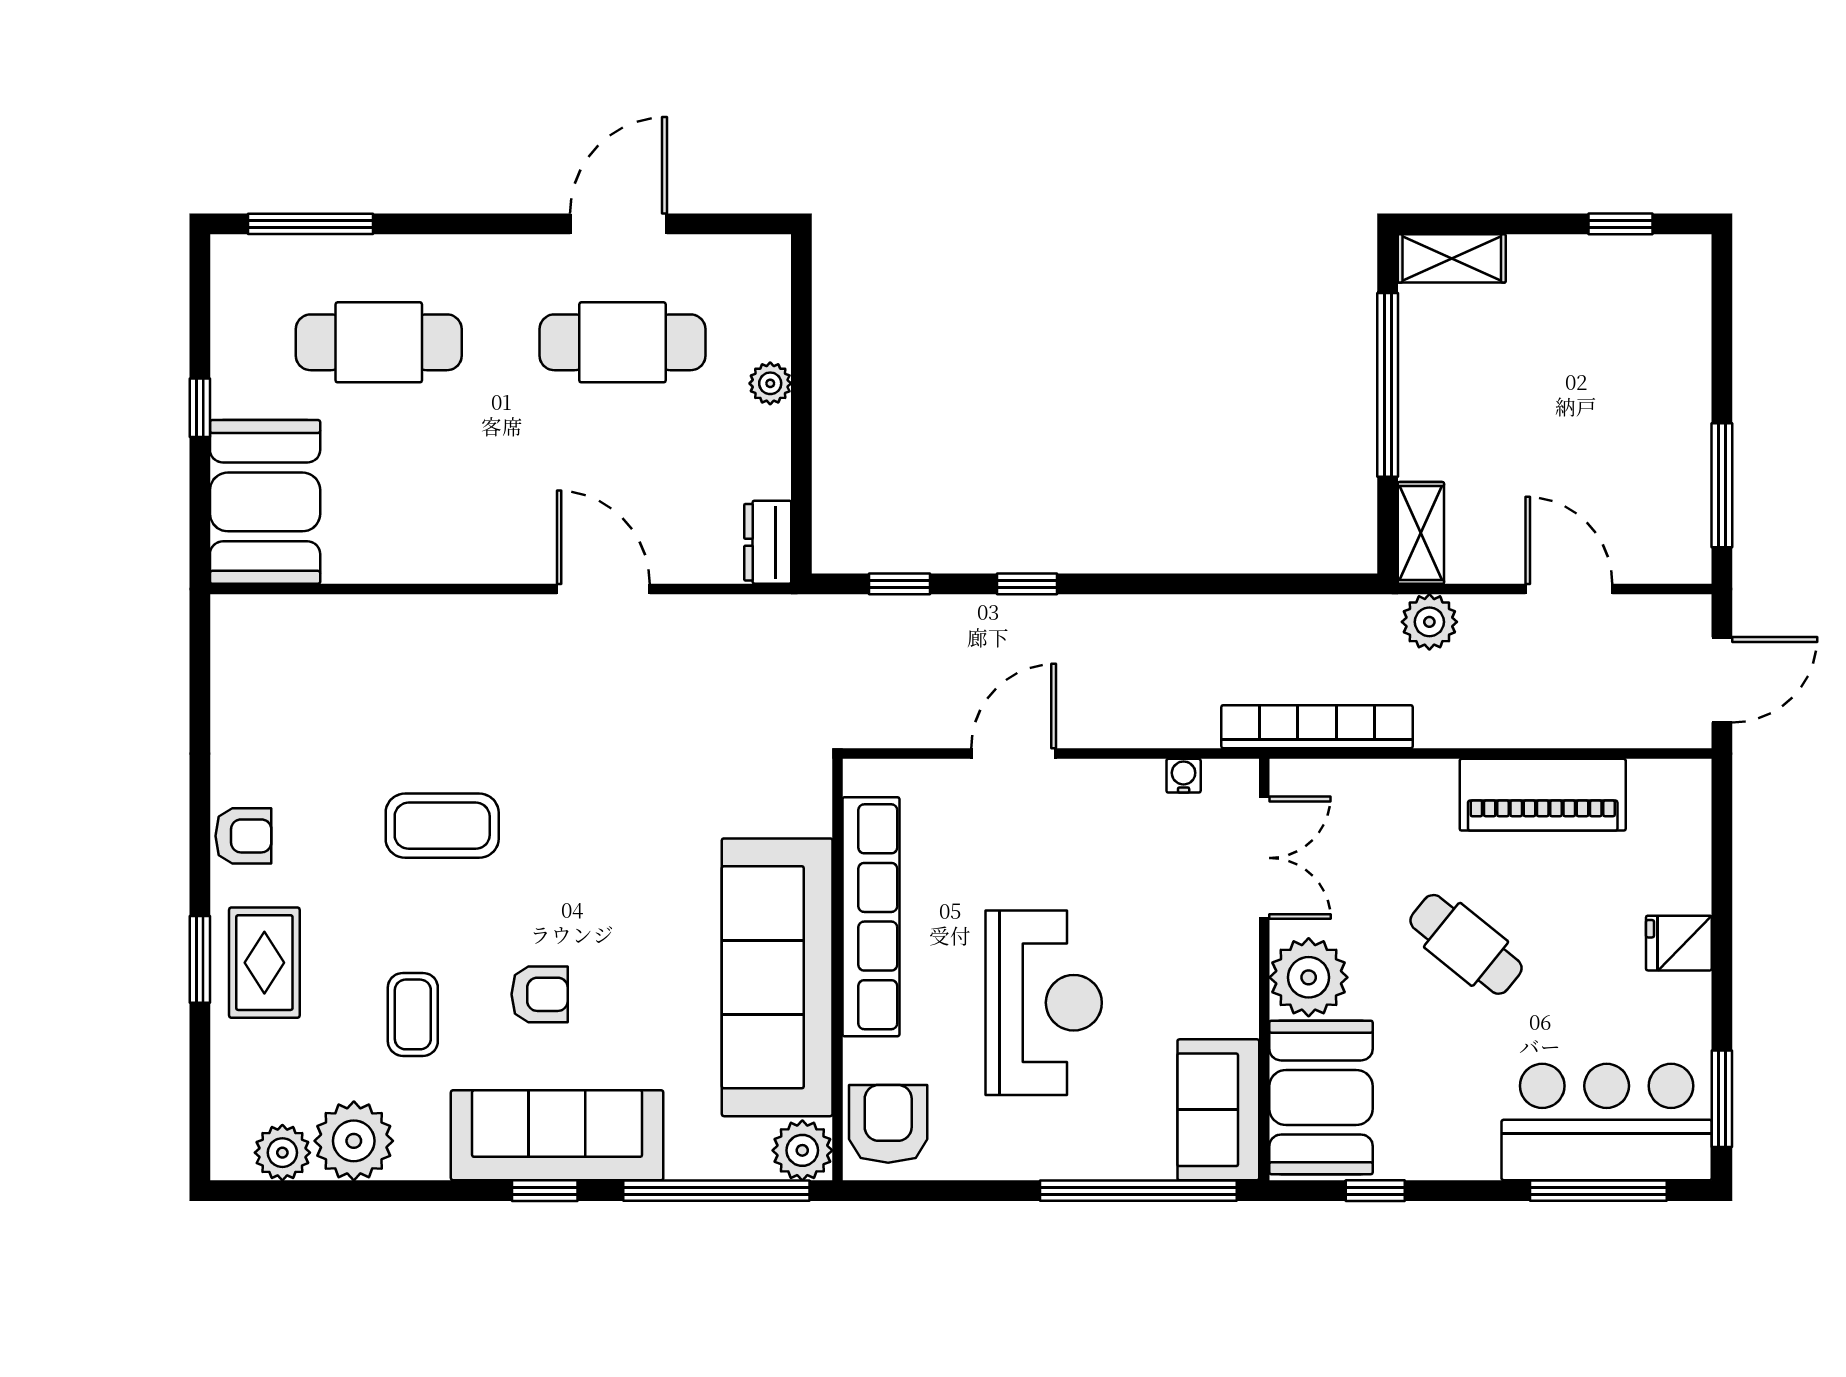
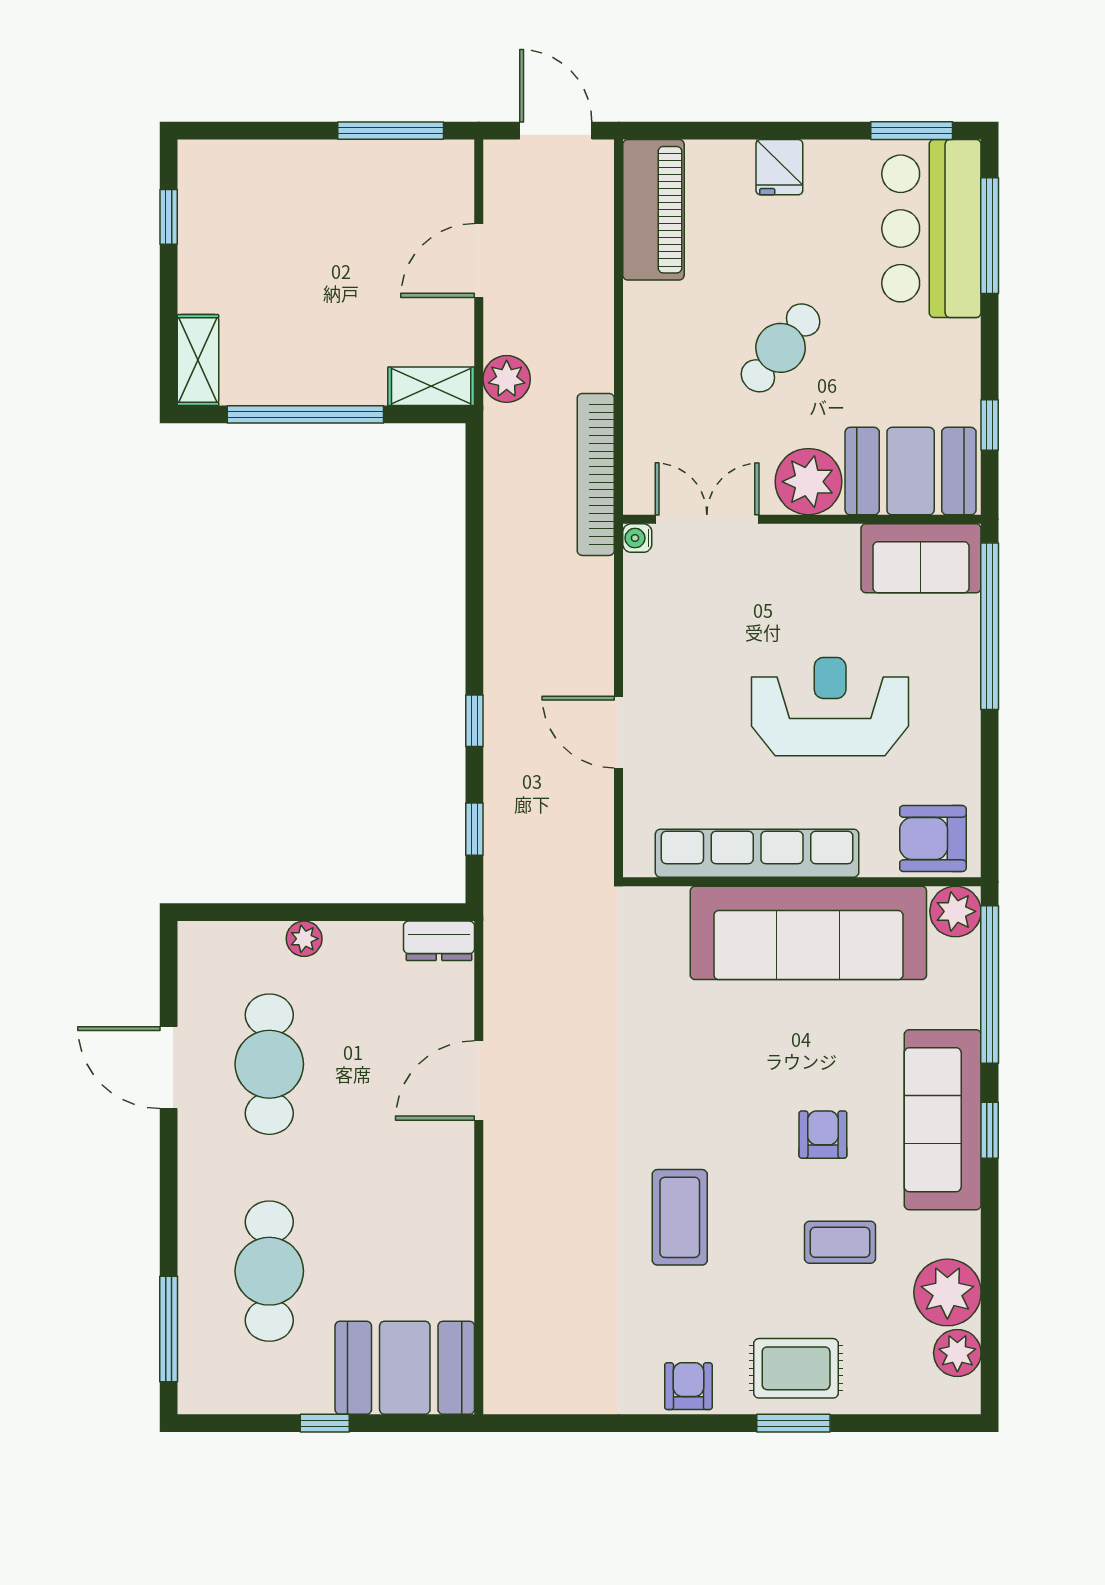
water cooler: (1184, 776) -> (637, 538), moved
piano: (1543, 795) -> (653, 210), moved

